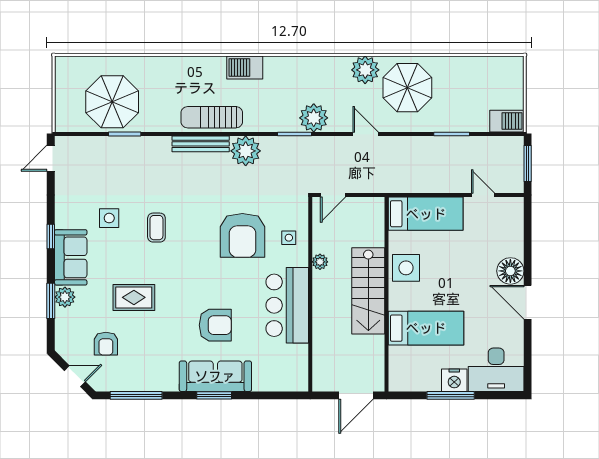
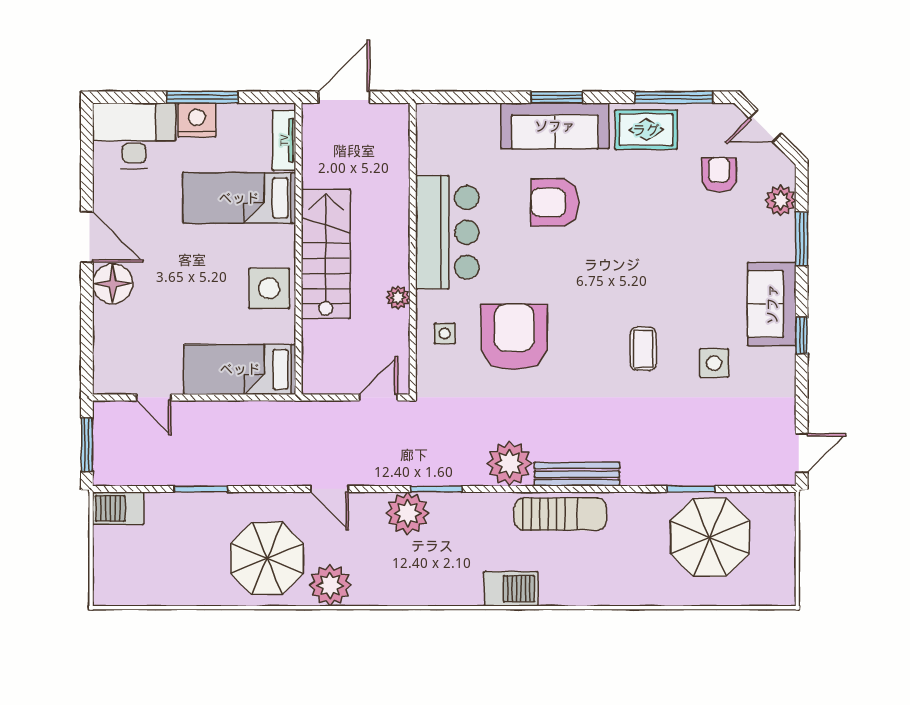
plant: (65, 297) -> (781, 200), moved
rug: (134, 297) -> (646, 130), moved
tv unit: (396, 367) -> (284, 140), added

